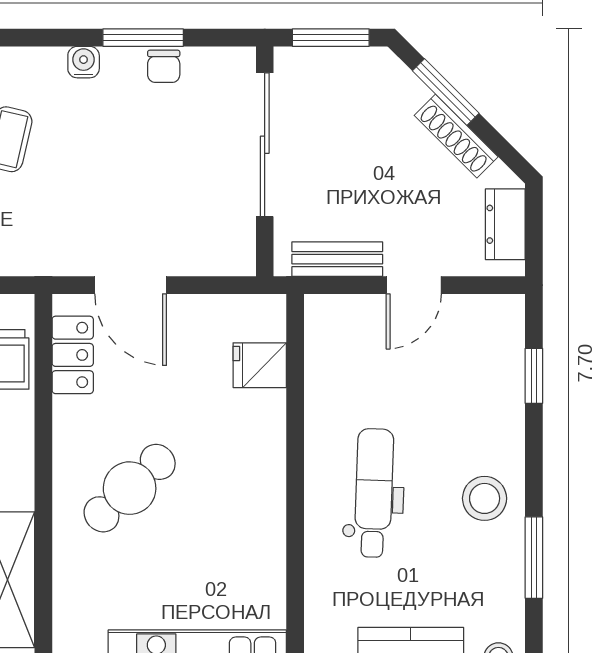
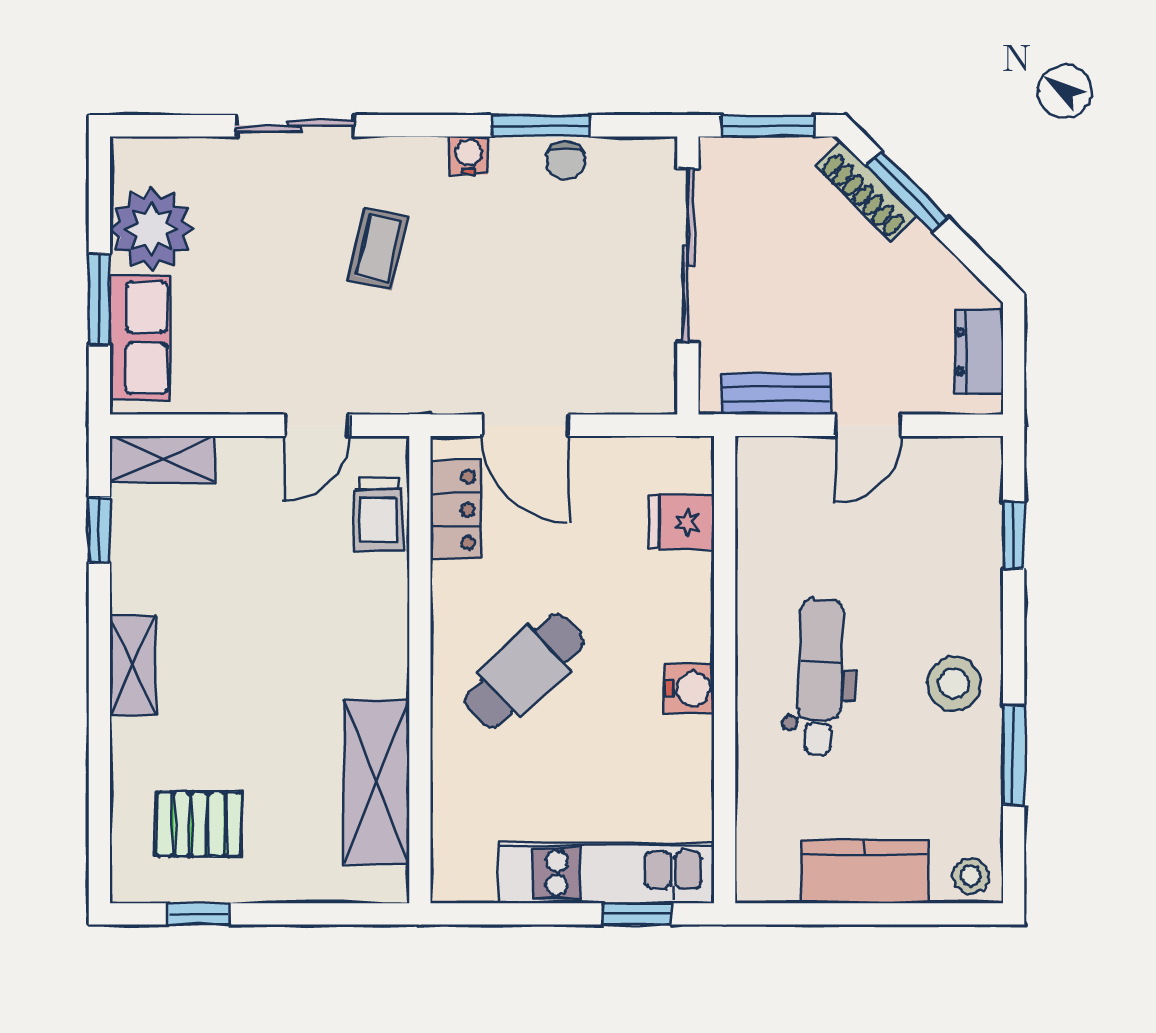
shoe rack: (456, 136) -> (866, 192), moved
water cooler: (266, 503) -> (689, 689), added

